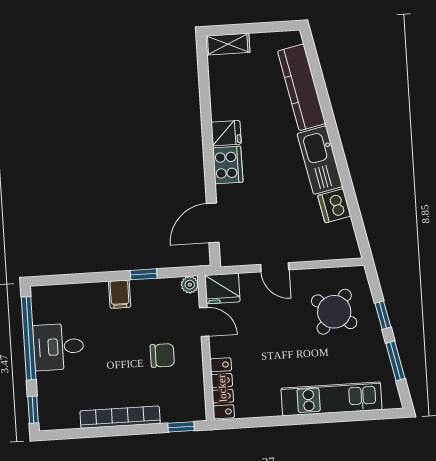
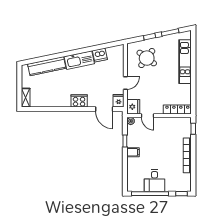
fridge: (226, 133) -> (119, 101), moved
door: (204, 322) -> (148, 116), swing flipped
chair: (162, 355) -> (161, 135), removed

